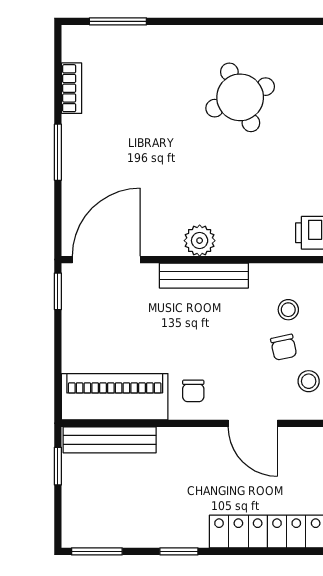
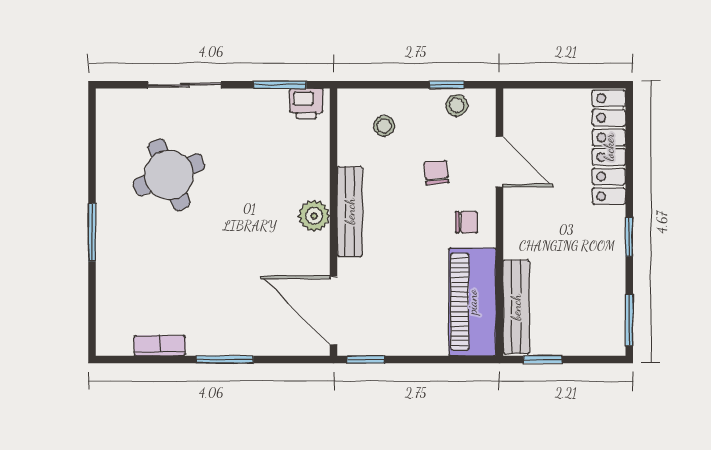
window: (118, 21) -> (92, 232), moved
chair: (284, 347) -> (436, 173), moved, turned -84
door: (253, 423) -> (499, 162), hinge flipped

